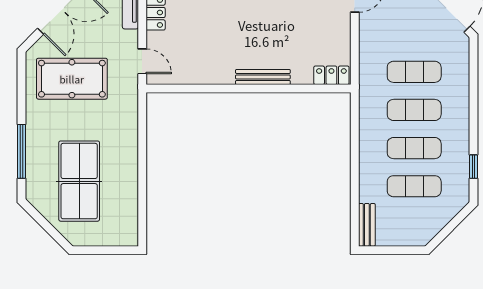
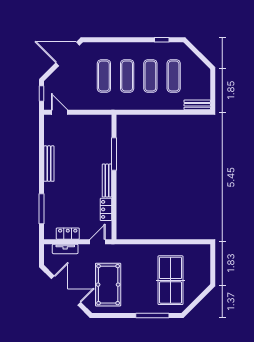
locker: (331, 75) -> (106, 209), moved
bench: (263, 77) -> (107, 181), moved
window: (286, 89) -> (114, 154), added
table tennis table: (79, 181) -> (170, 280), turned 90

